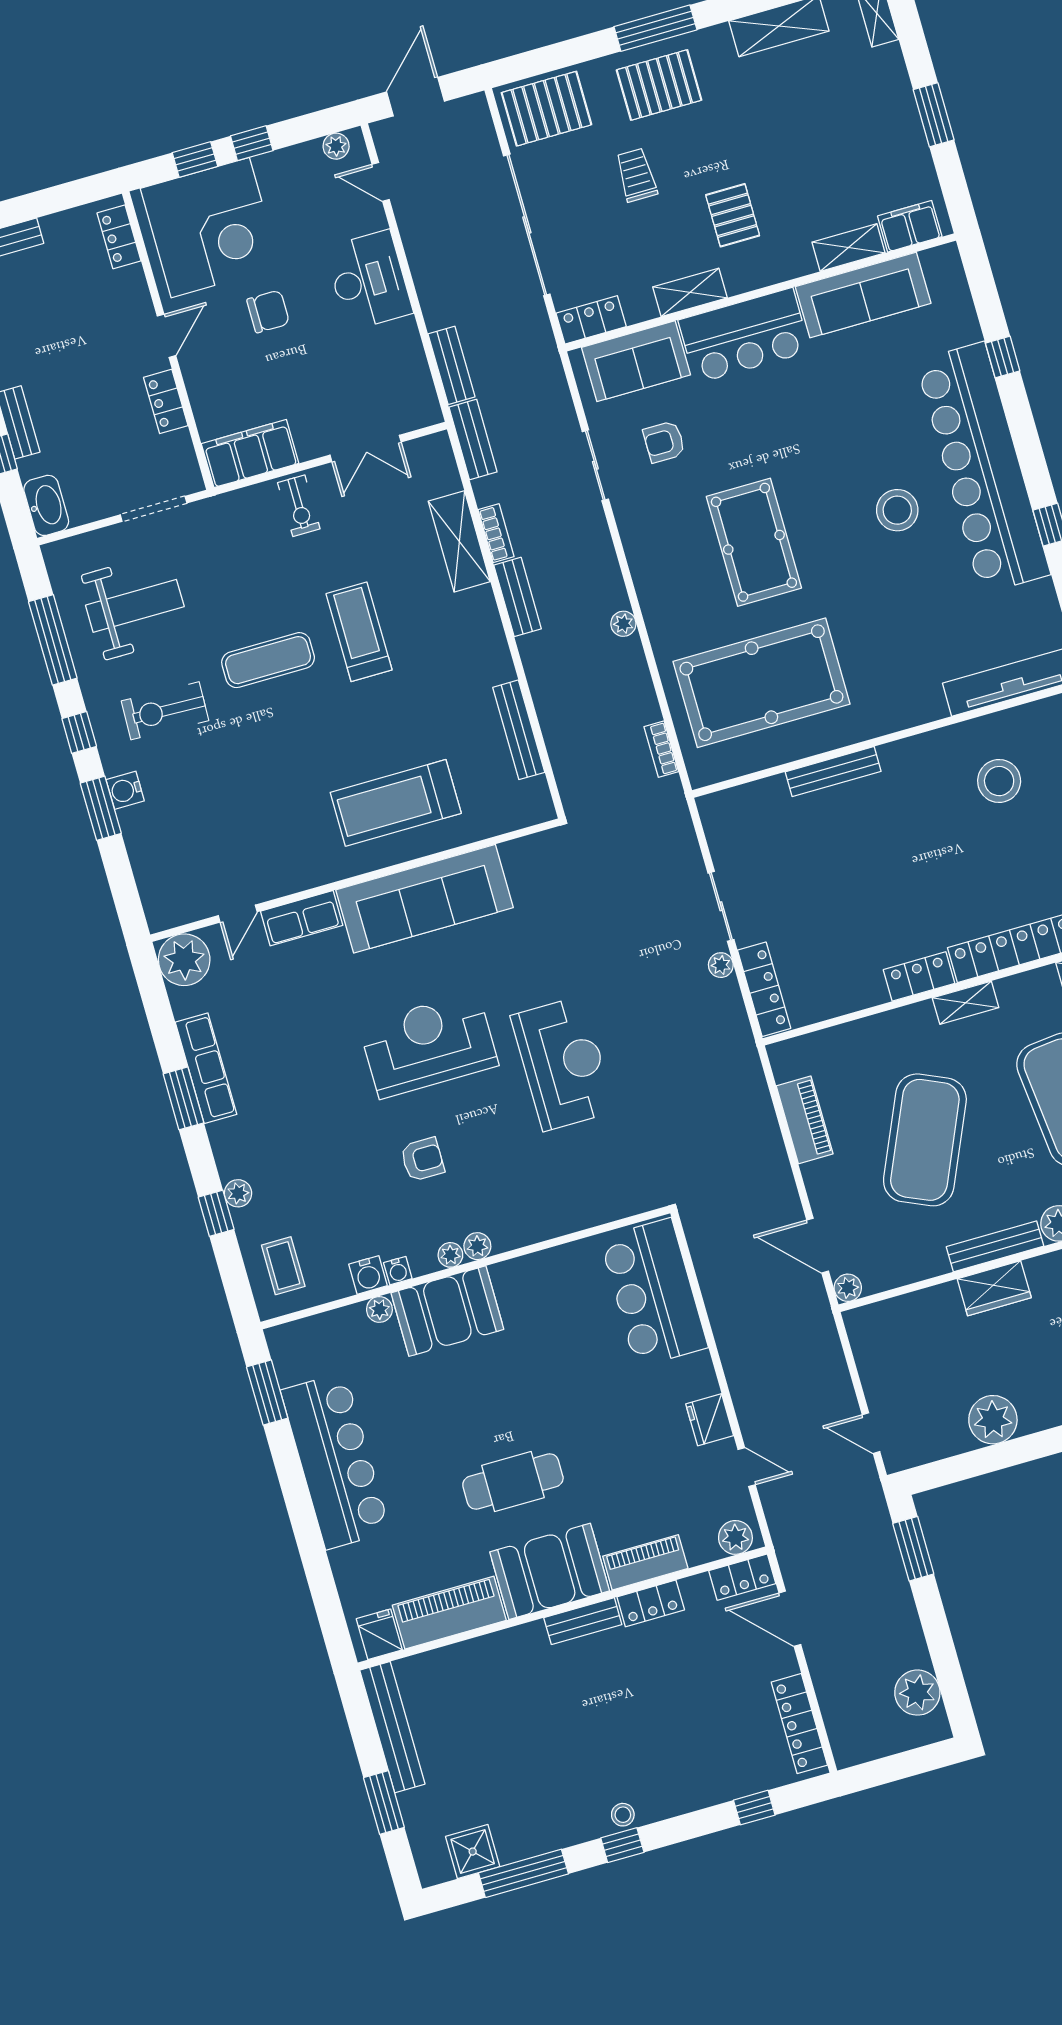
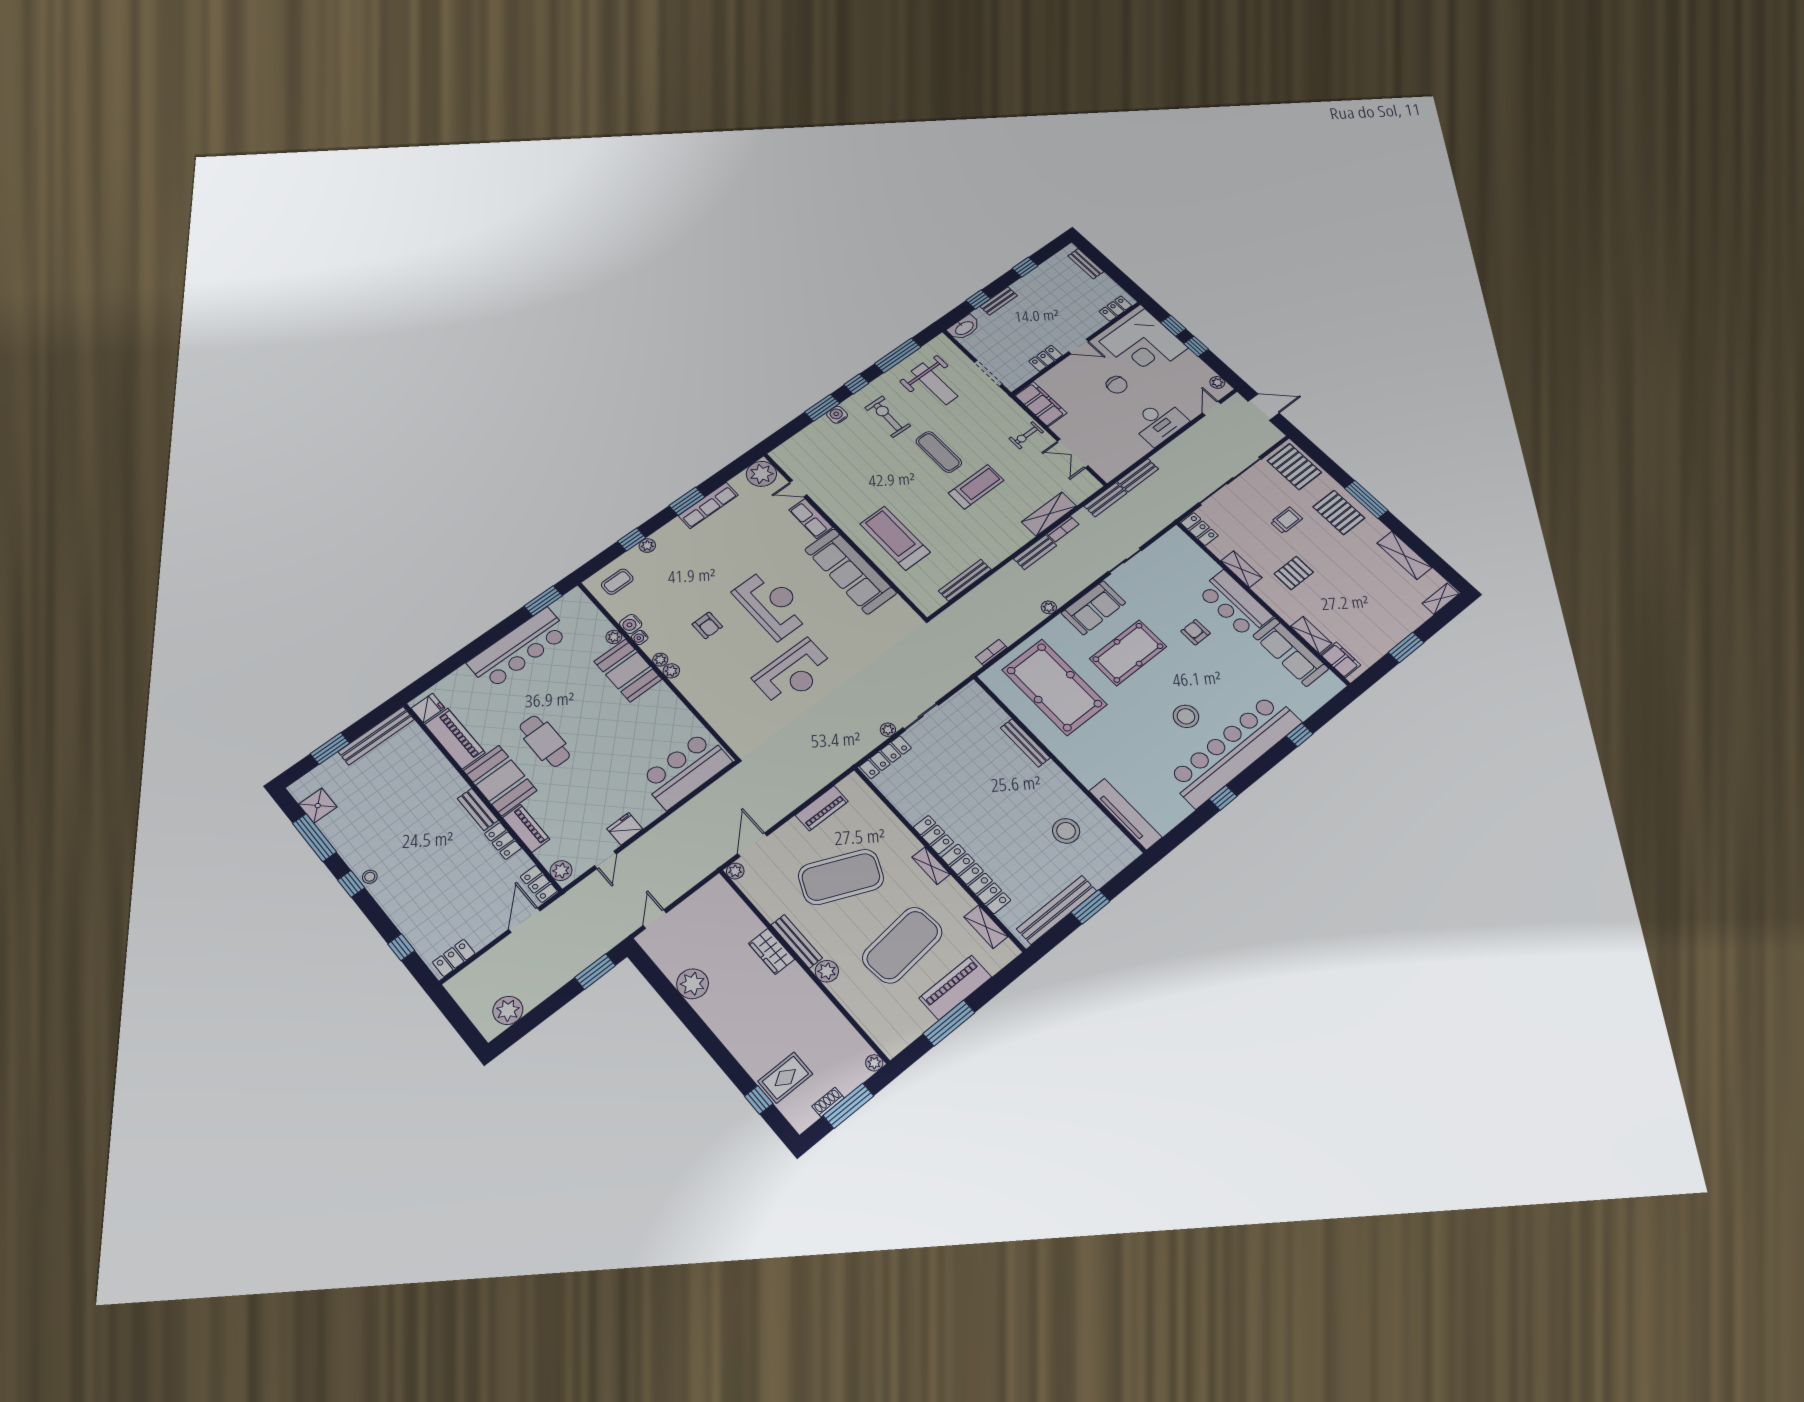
sofa: (636, 361) -> (1093, 608), moved, turned -90
armchair: (664, 442) -> (1195, 632), moved
locker: (799, 1724) -> (454, 958), width x0.66

